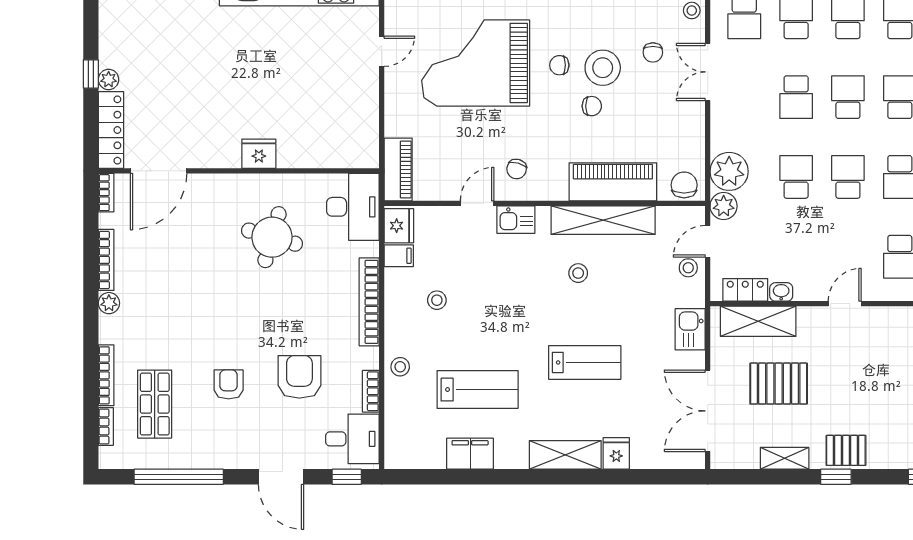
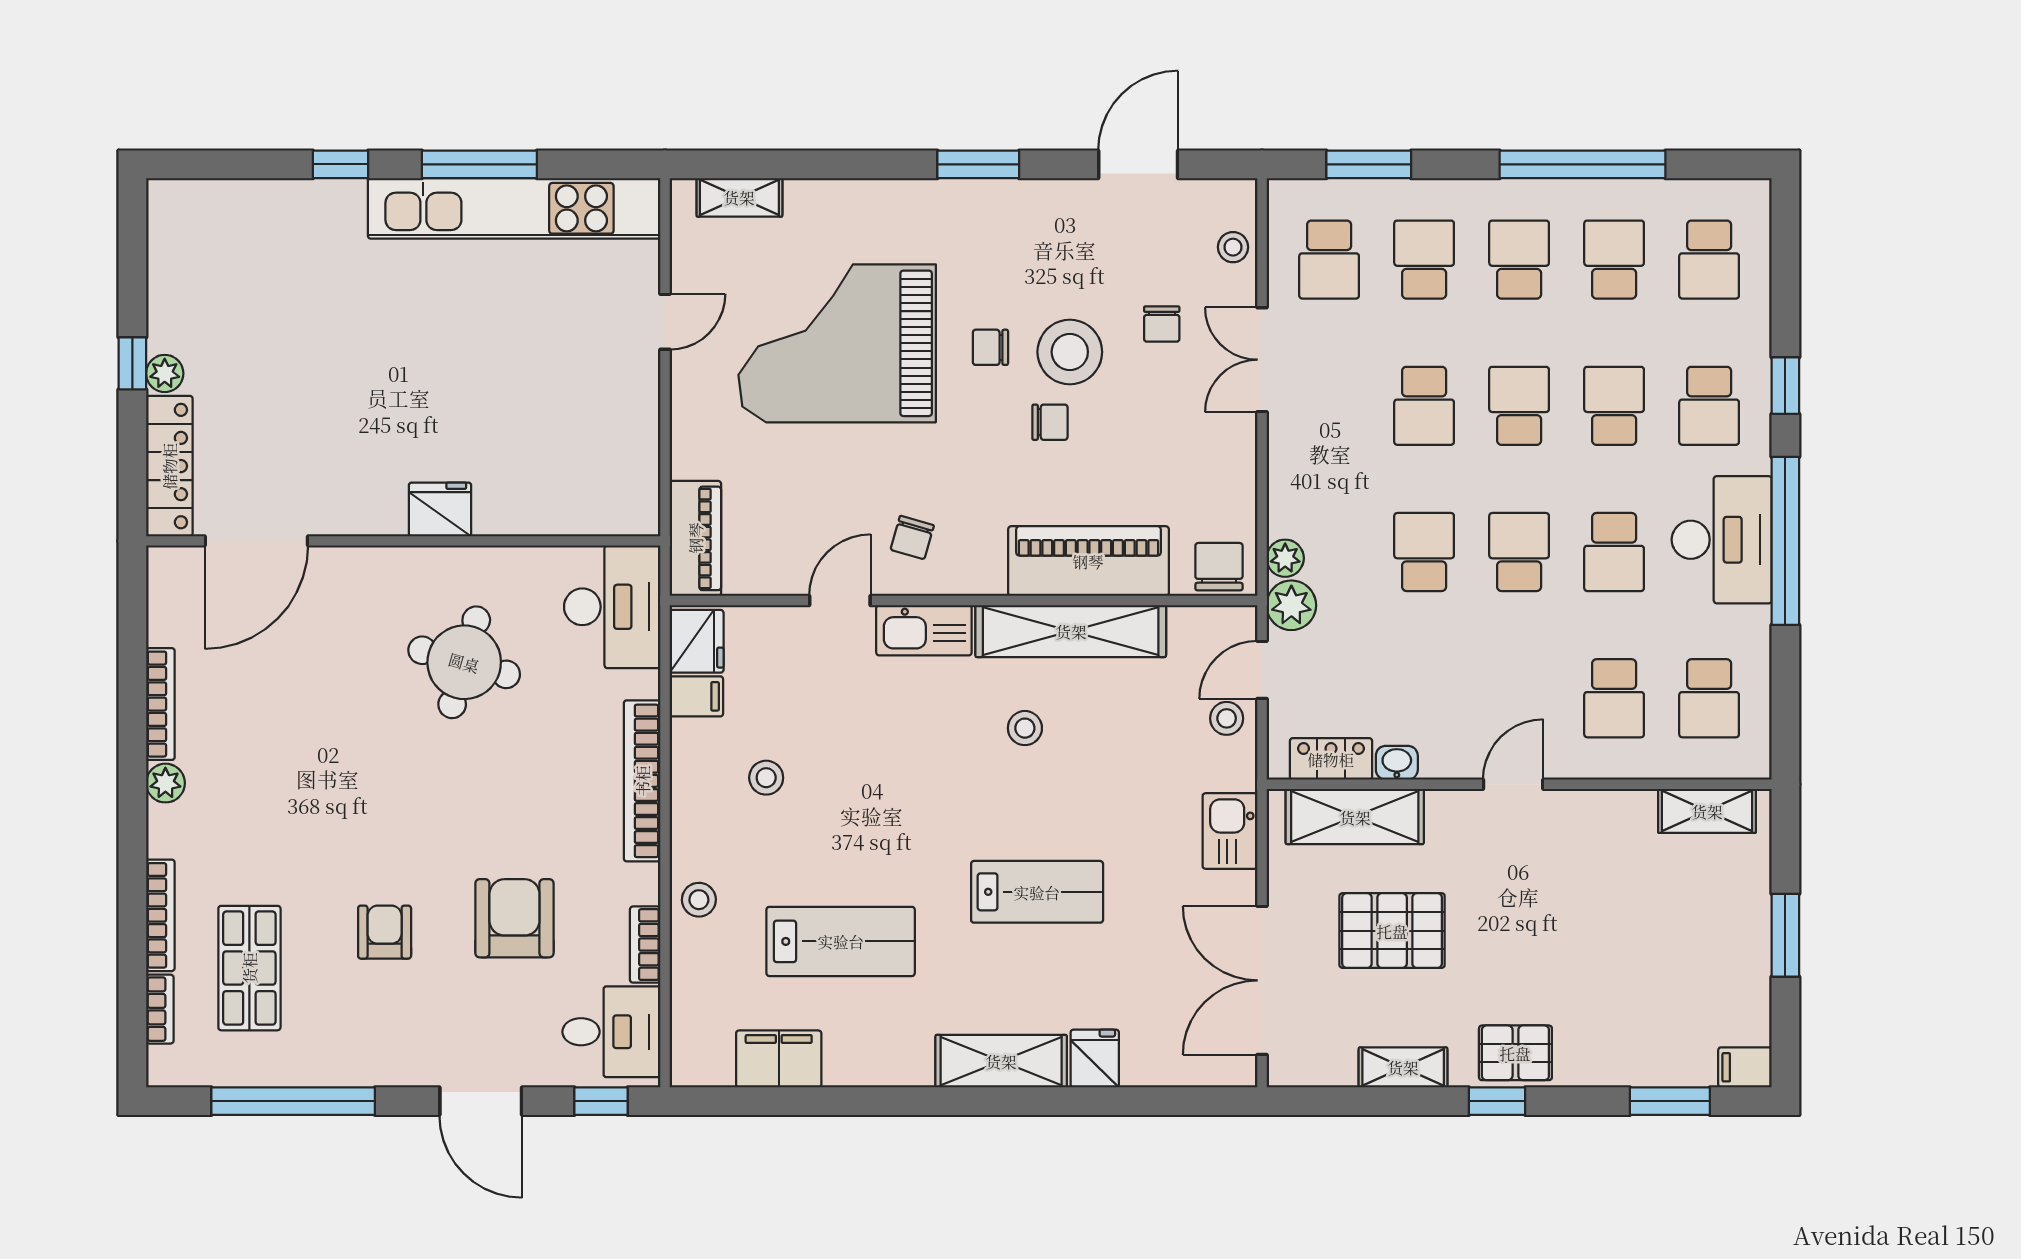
plant: (729, 171) -> (1285, 558), width x0.53, depth x0.53
bookcase: (106, 193) -> (160, 581), removed
kitchen sink: (516, 220) -> (924, 630), width x1.38
filing cabinet: (470, 454) -> (779, 1059), moved

